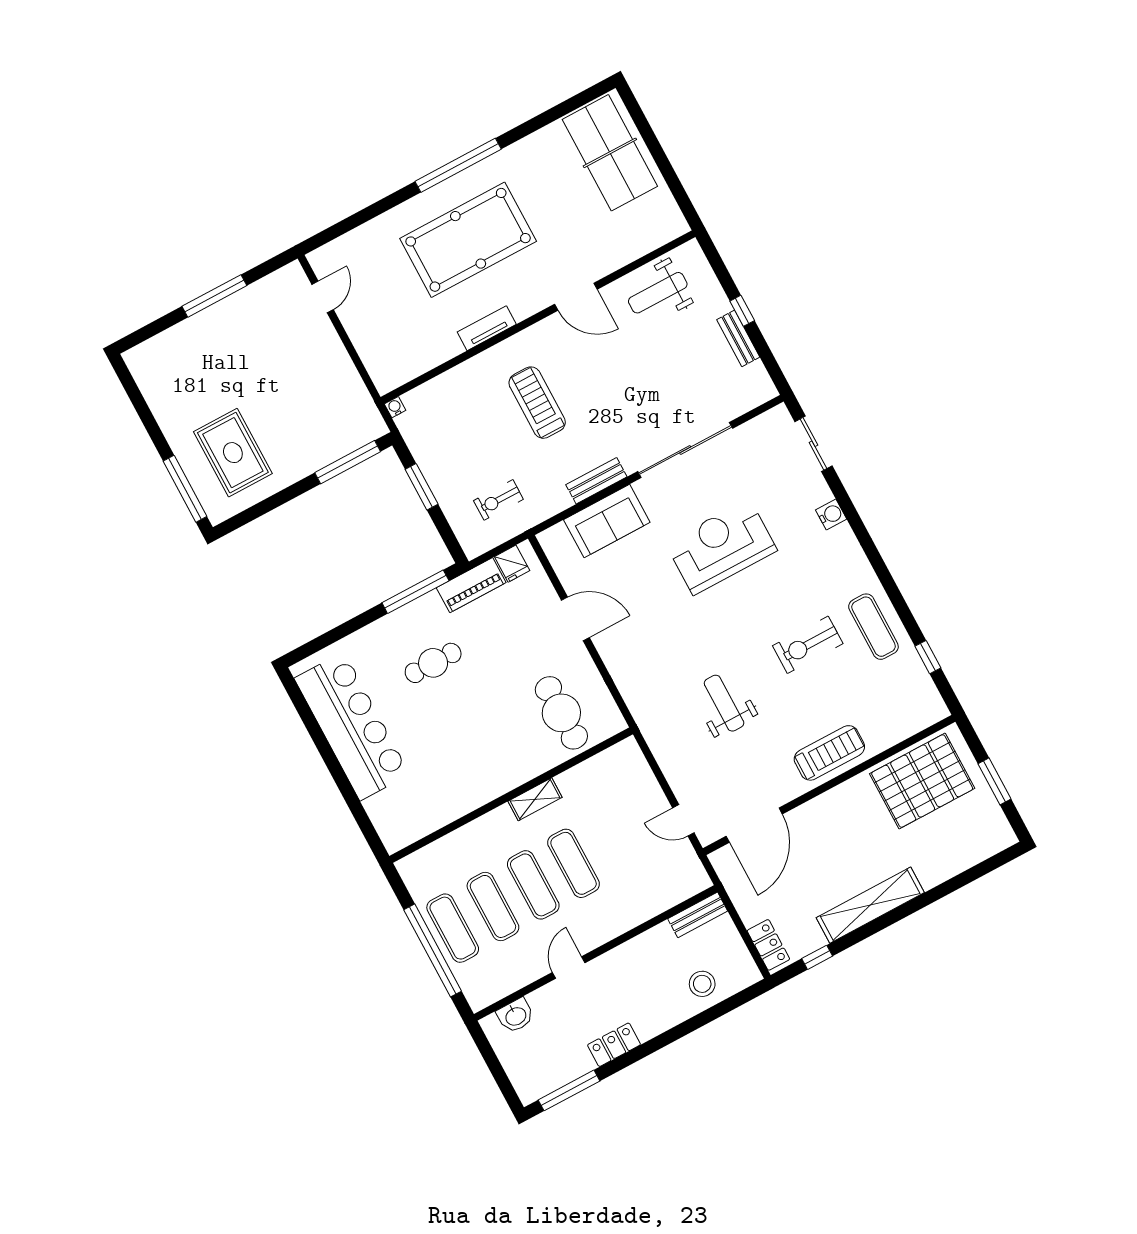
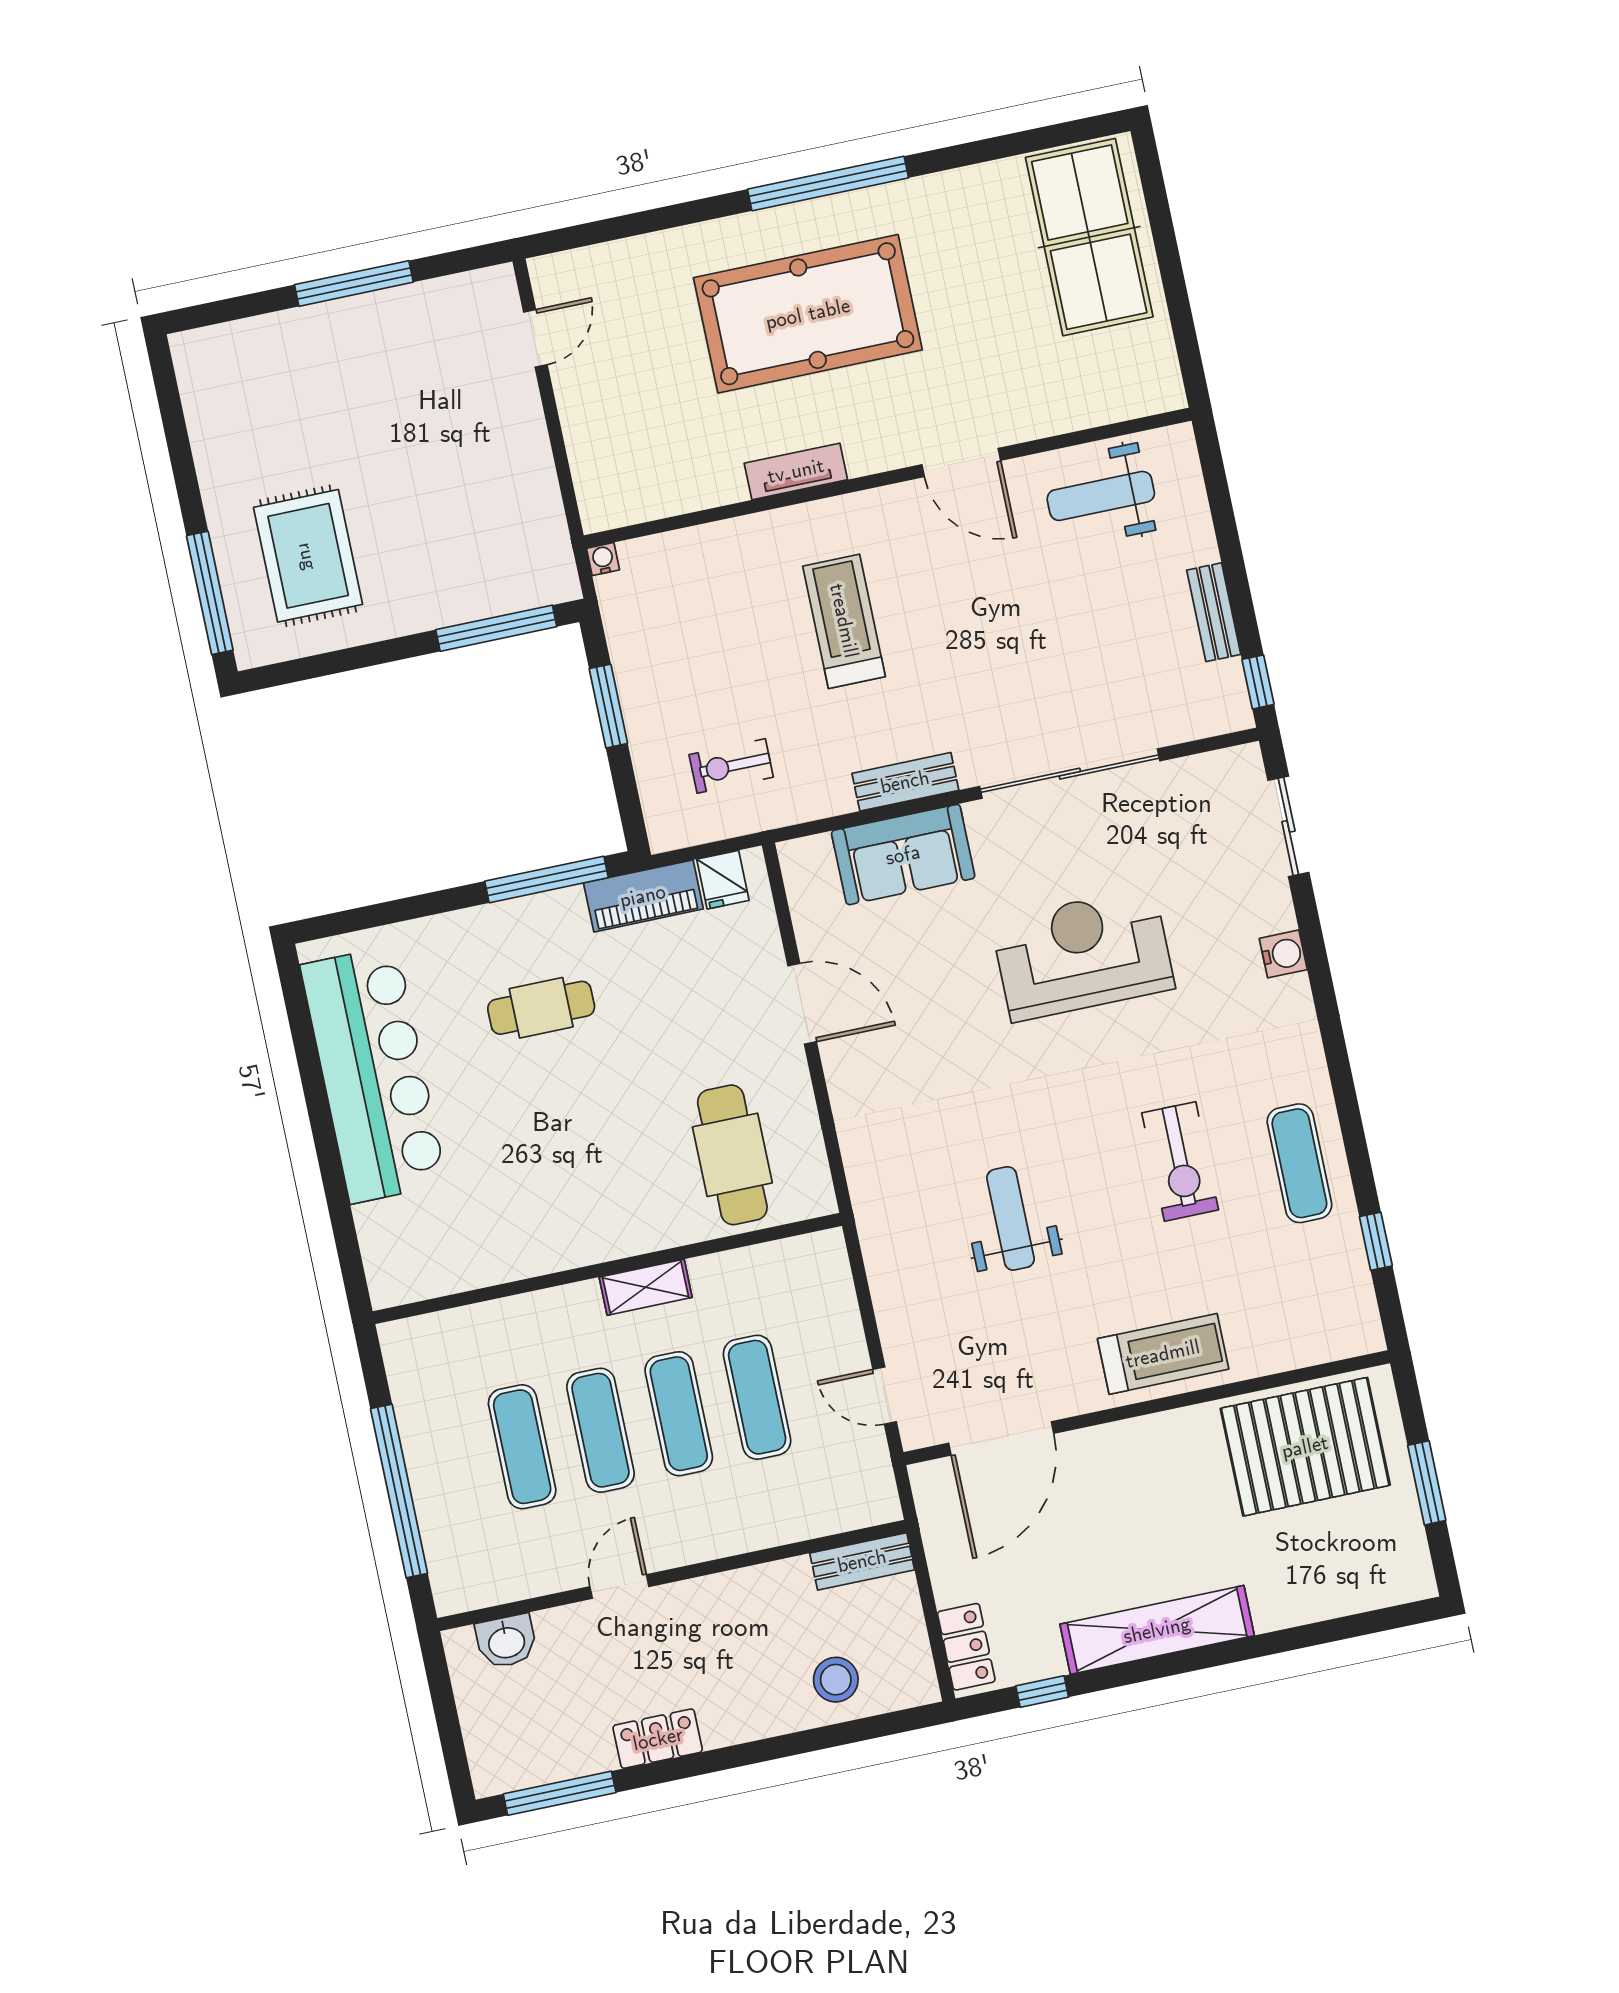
window: (742, 311) -> (1258, 682), moved
exercise bike: (808, 645) -> (1180, 1161), turned -90
exercise mat: (453, 928) -> (757, 1397), moved

